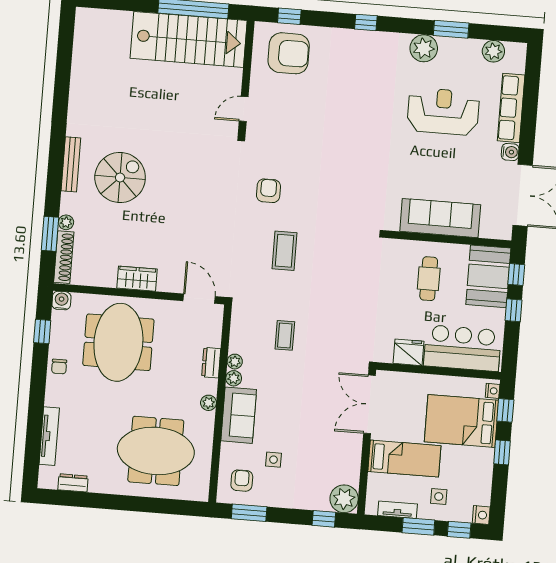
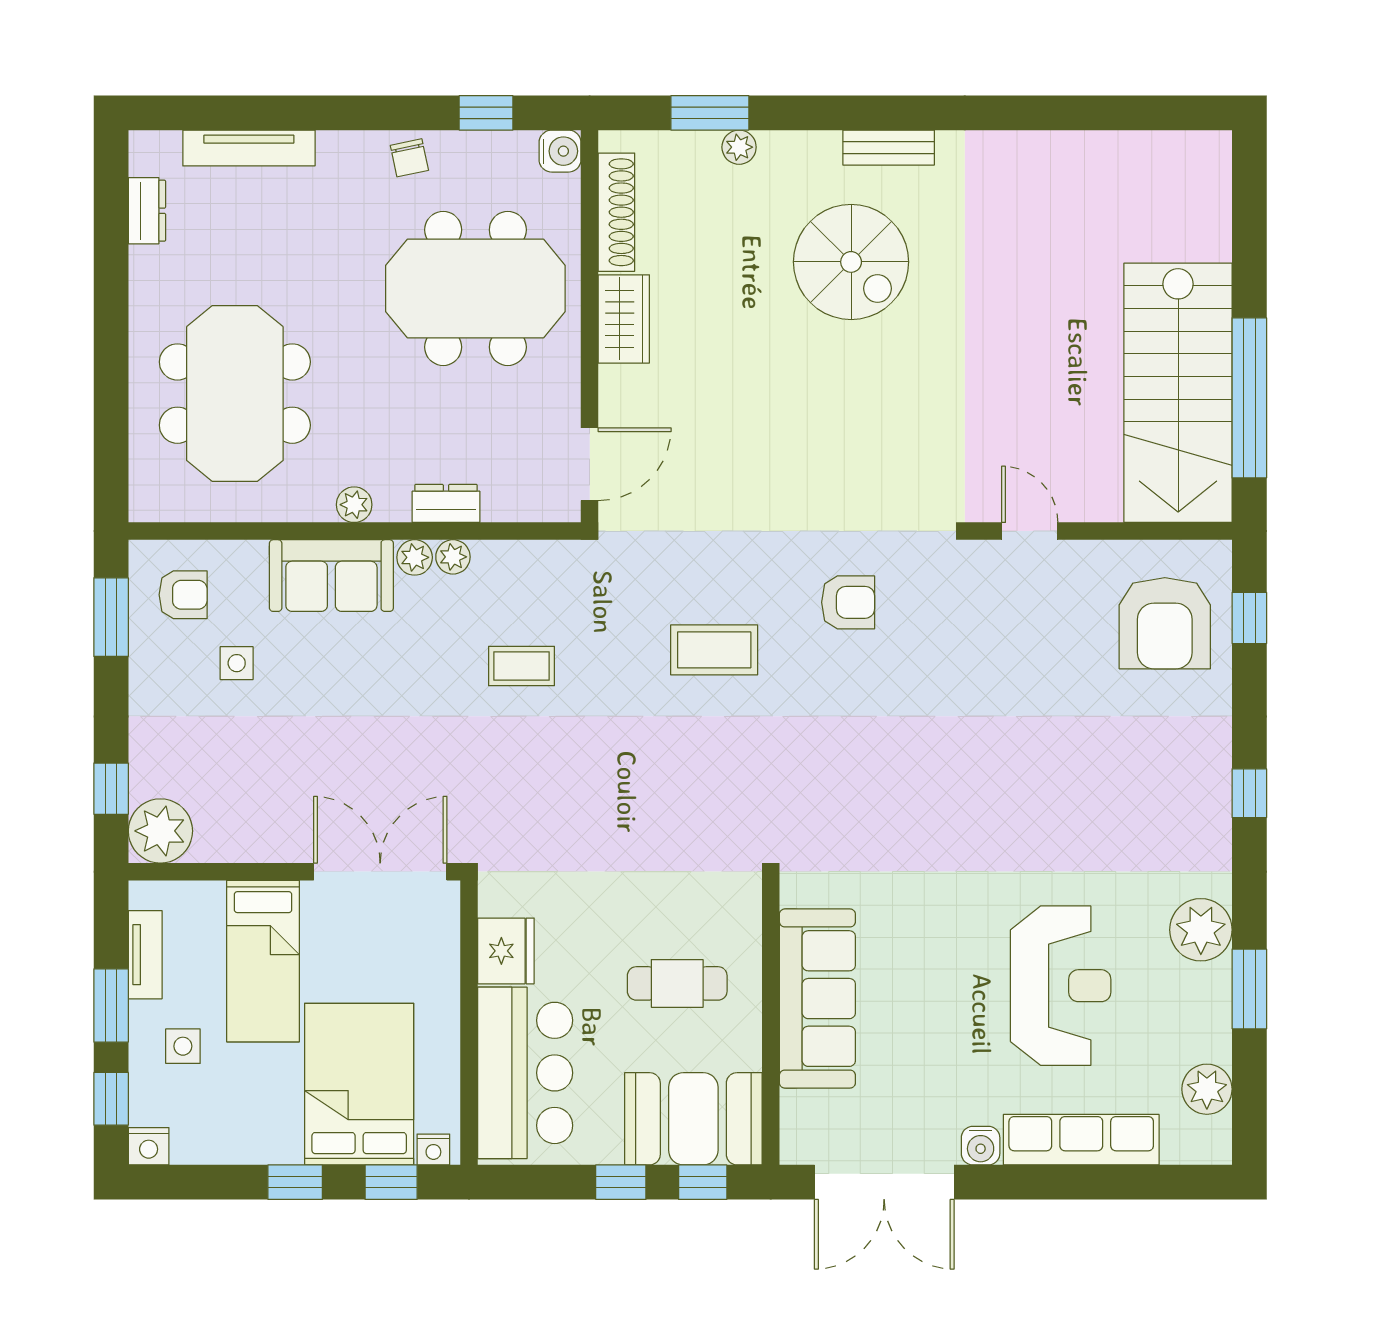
bench: (71, 164) -> (889, 148), width x0.73
shoe rack: (64, 257) -> (616, 212), moved, turned -90
chair: (59, 367) -> (409, 158), turned -102

